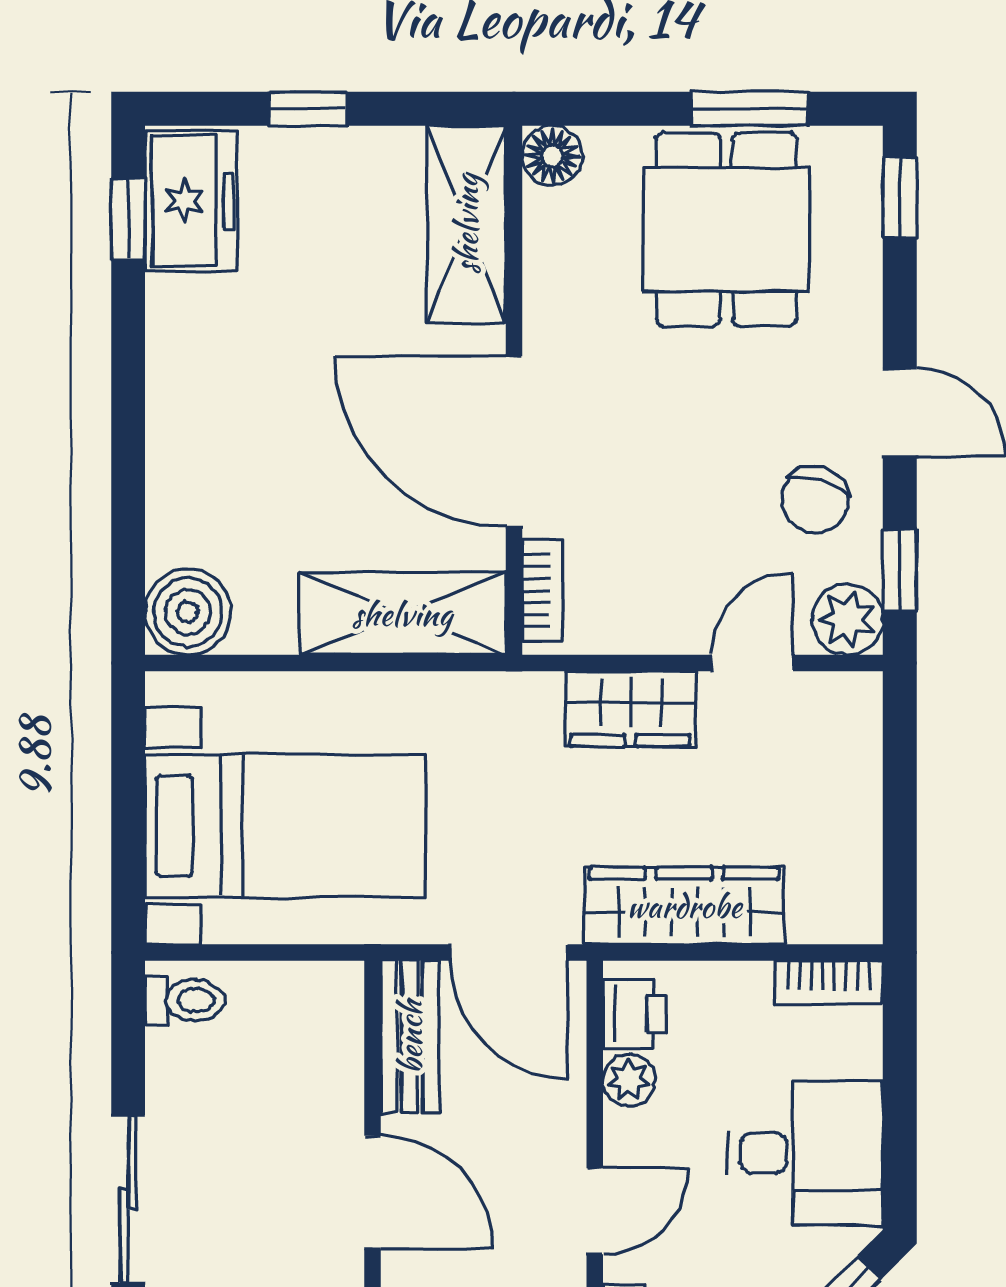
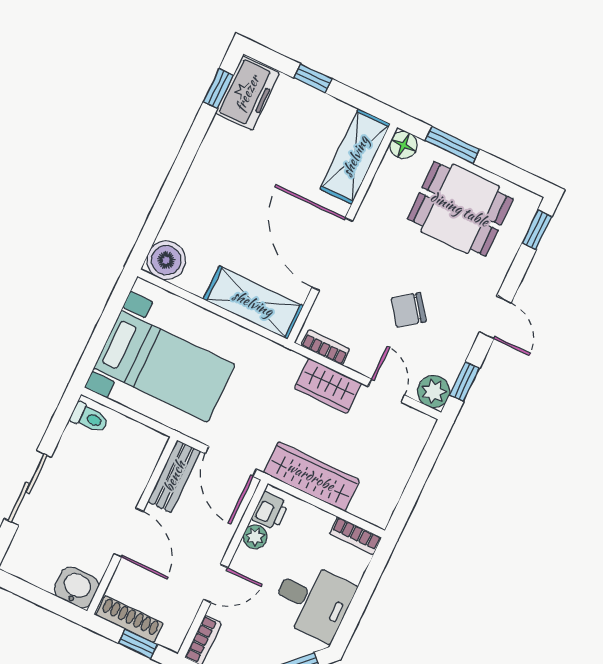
window: (749, 109) -> (452, 145), moved
dining table: (726, 229) -> (460, 209), turned 90
chair: (815, 500) -> (409, 310), moved, turned 39
bookcase: (542, 591) -> (325, 347), moved, turned -90
door: (752, 663) -> (386, 391), hinge flipped

